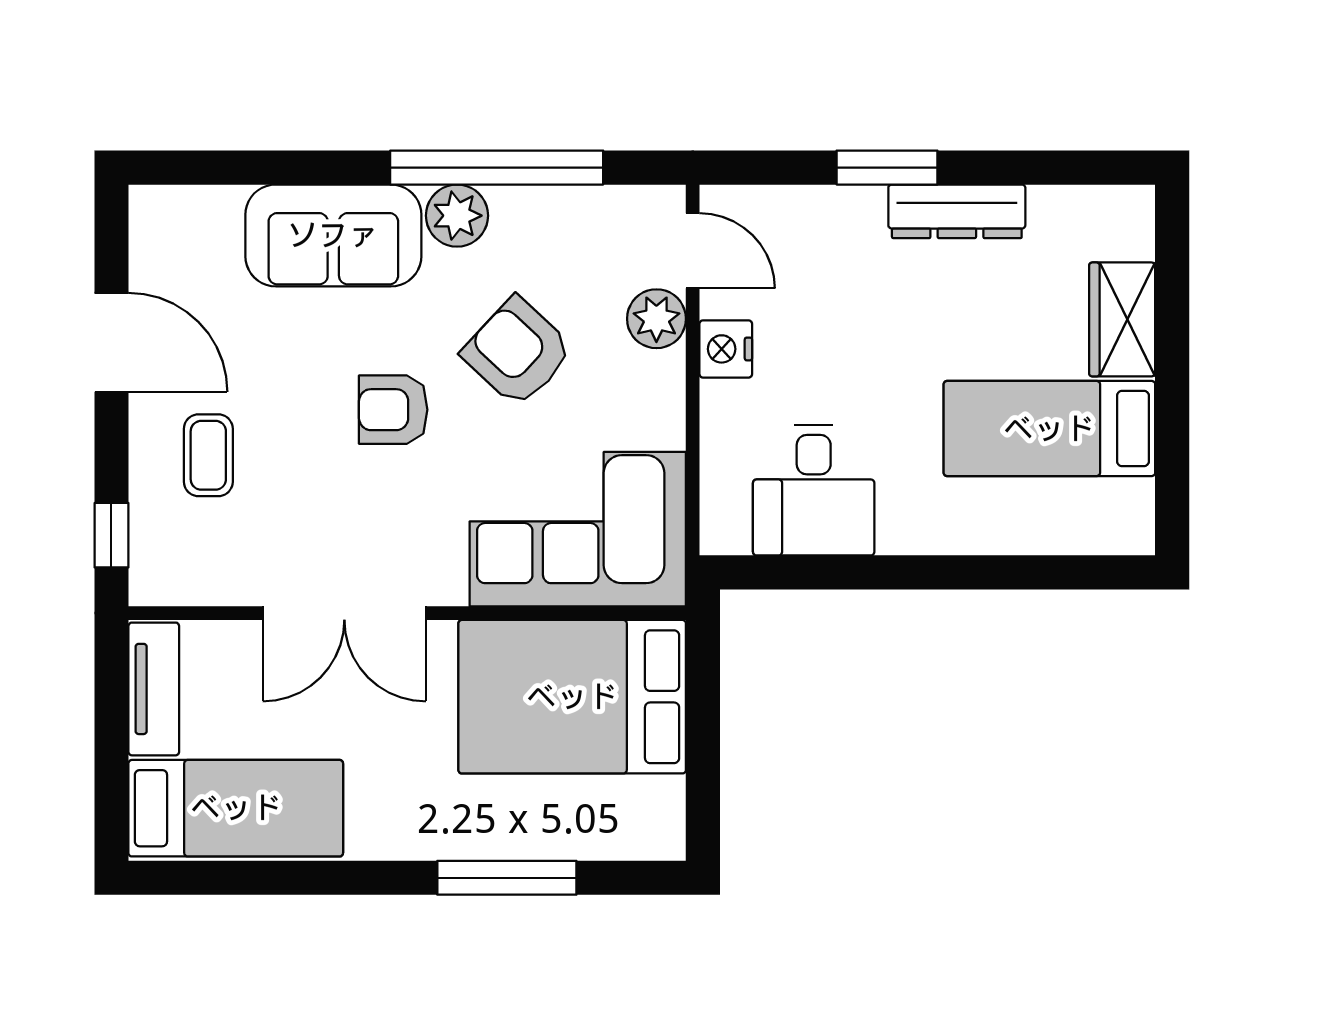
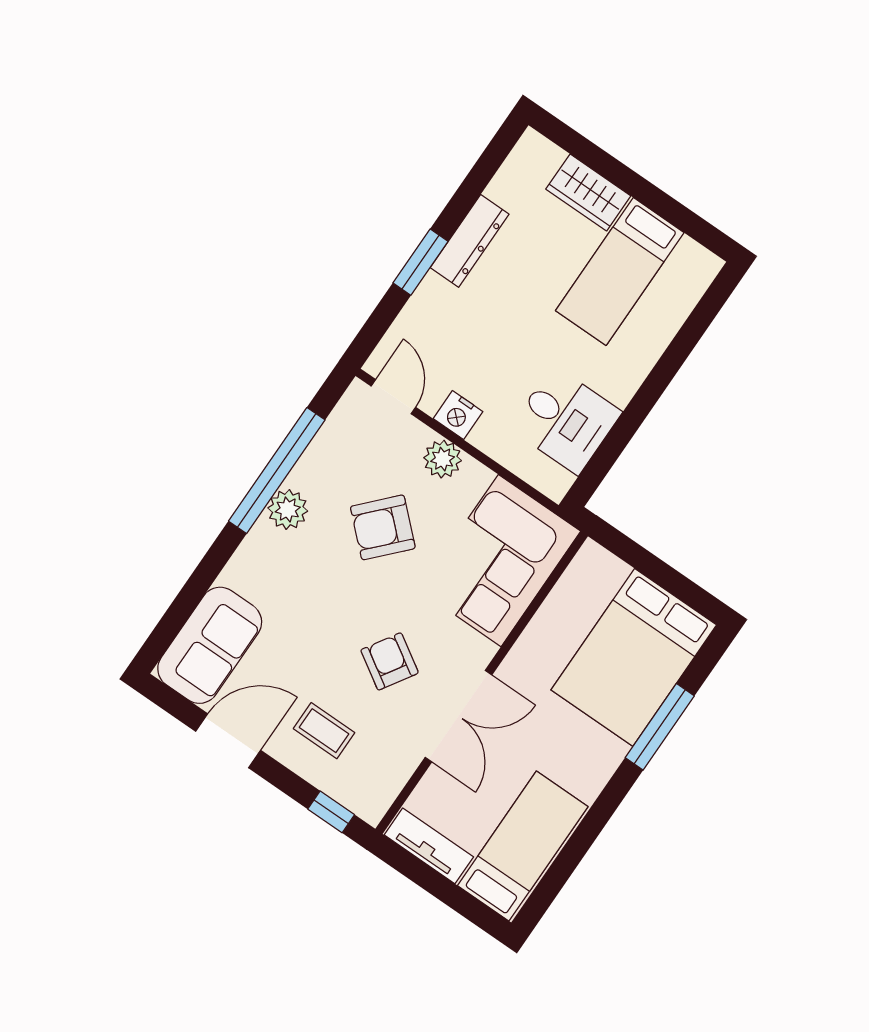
sofa: (333, 235) -> (210, 645), moved
door: (693, 251) -> (393, 397), hinge flipped
plant: (656, 319) -> (443, 459), moved
armchair: (393, 410) -> (390, 661), moved, turned 122
bed: (572, 697) -> (634, 657), moved

